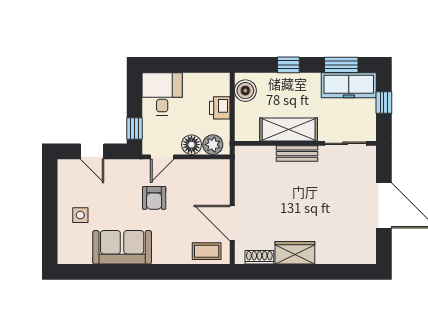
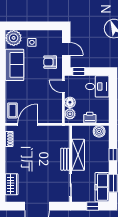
door: (92, 151) -> (66, 49), swing flipped
armchair: (154, 198) -> (50, 62), moved
plant: (72, 249) -> (14, 38), added
wardrobe: (295, 253) -> (12, 184), moved

